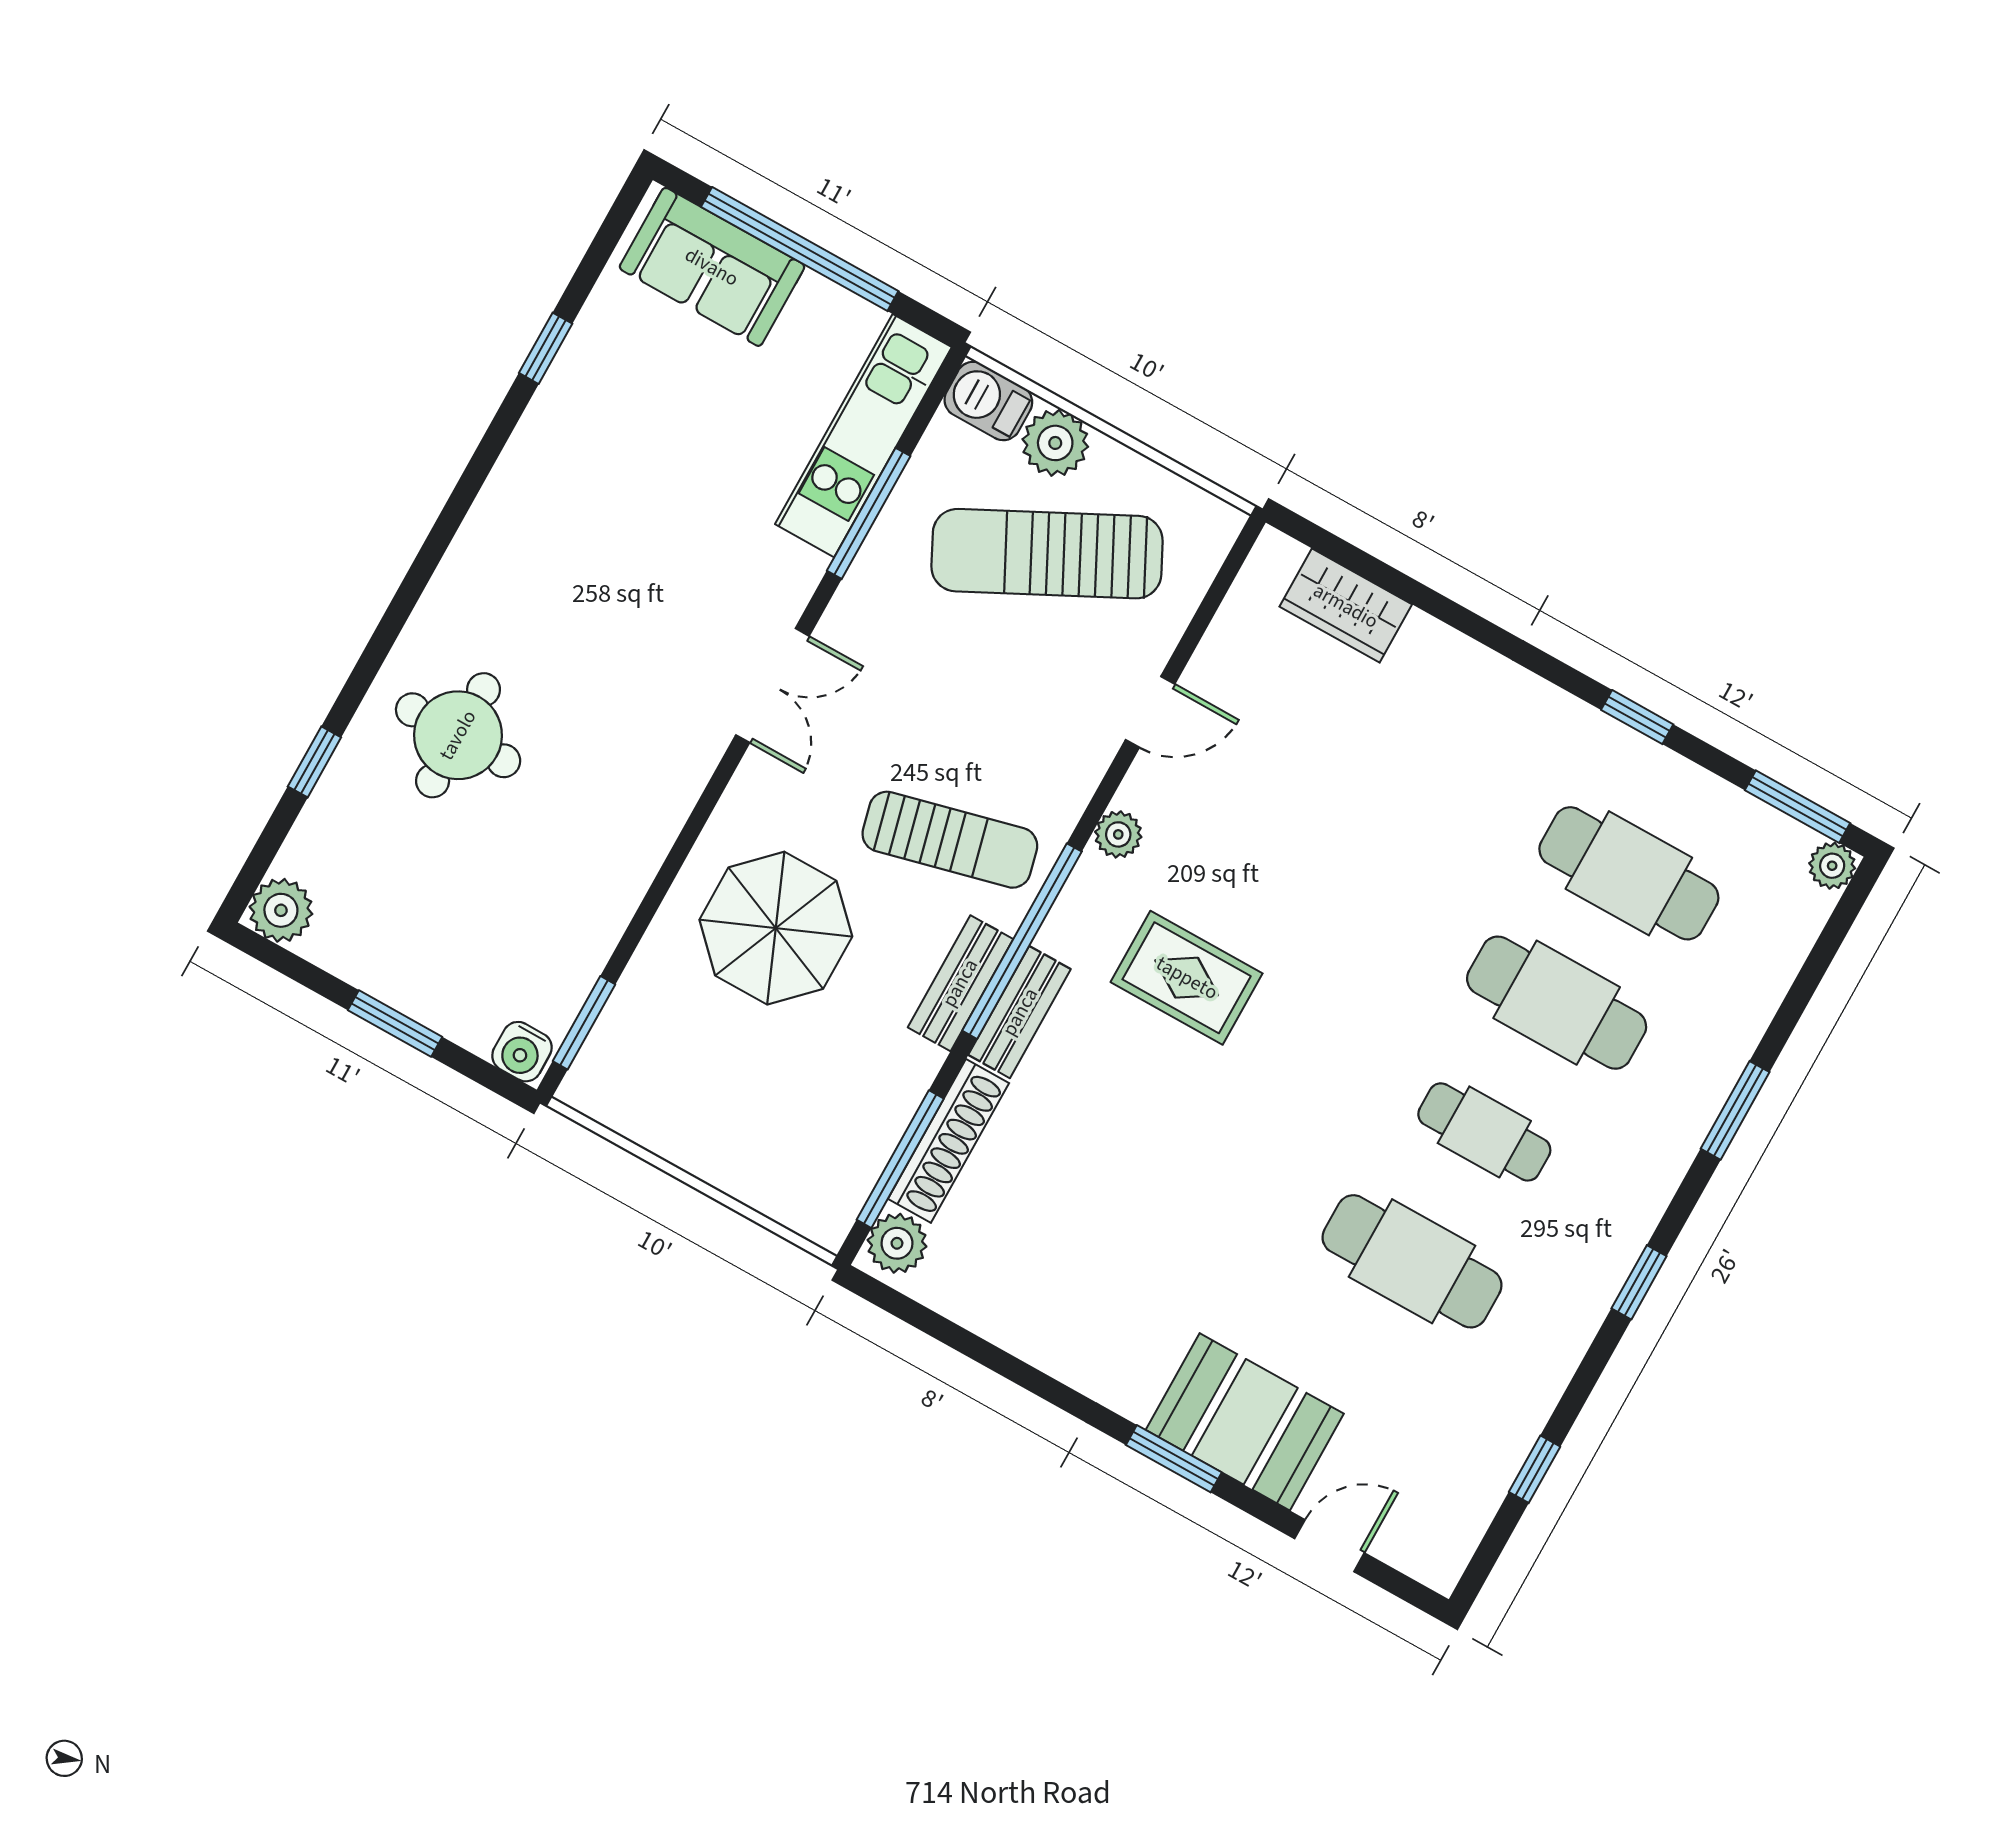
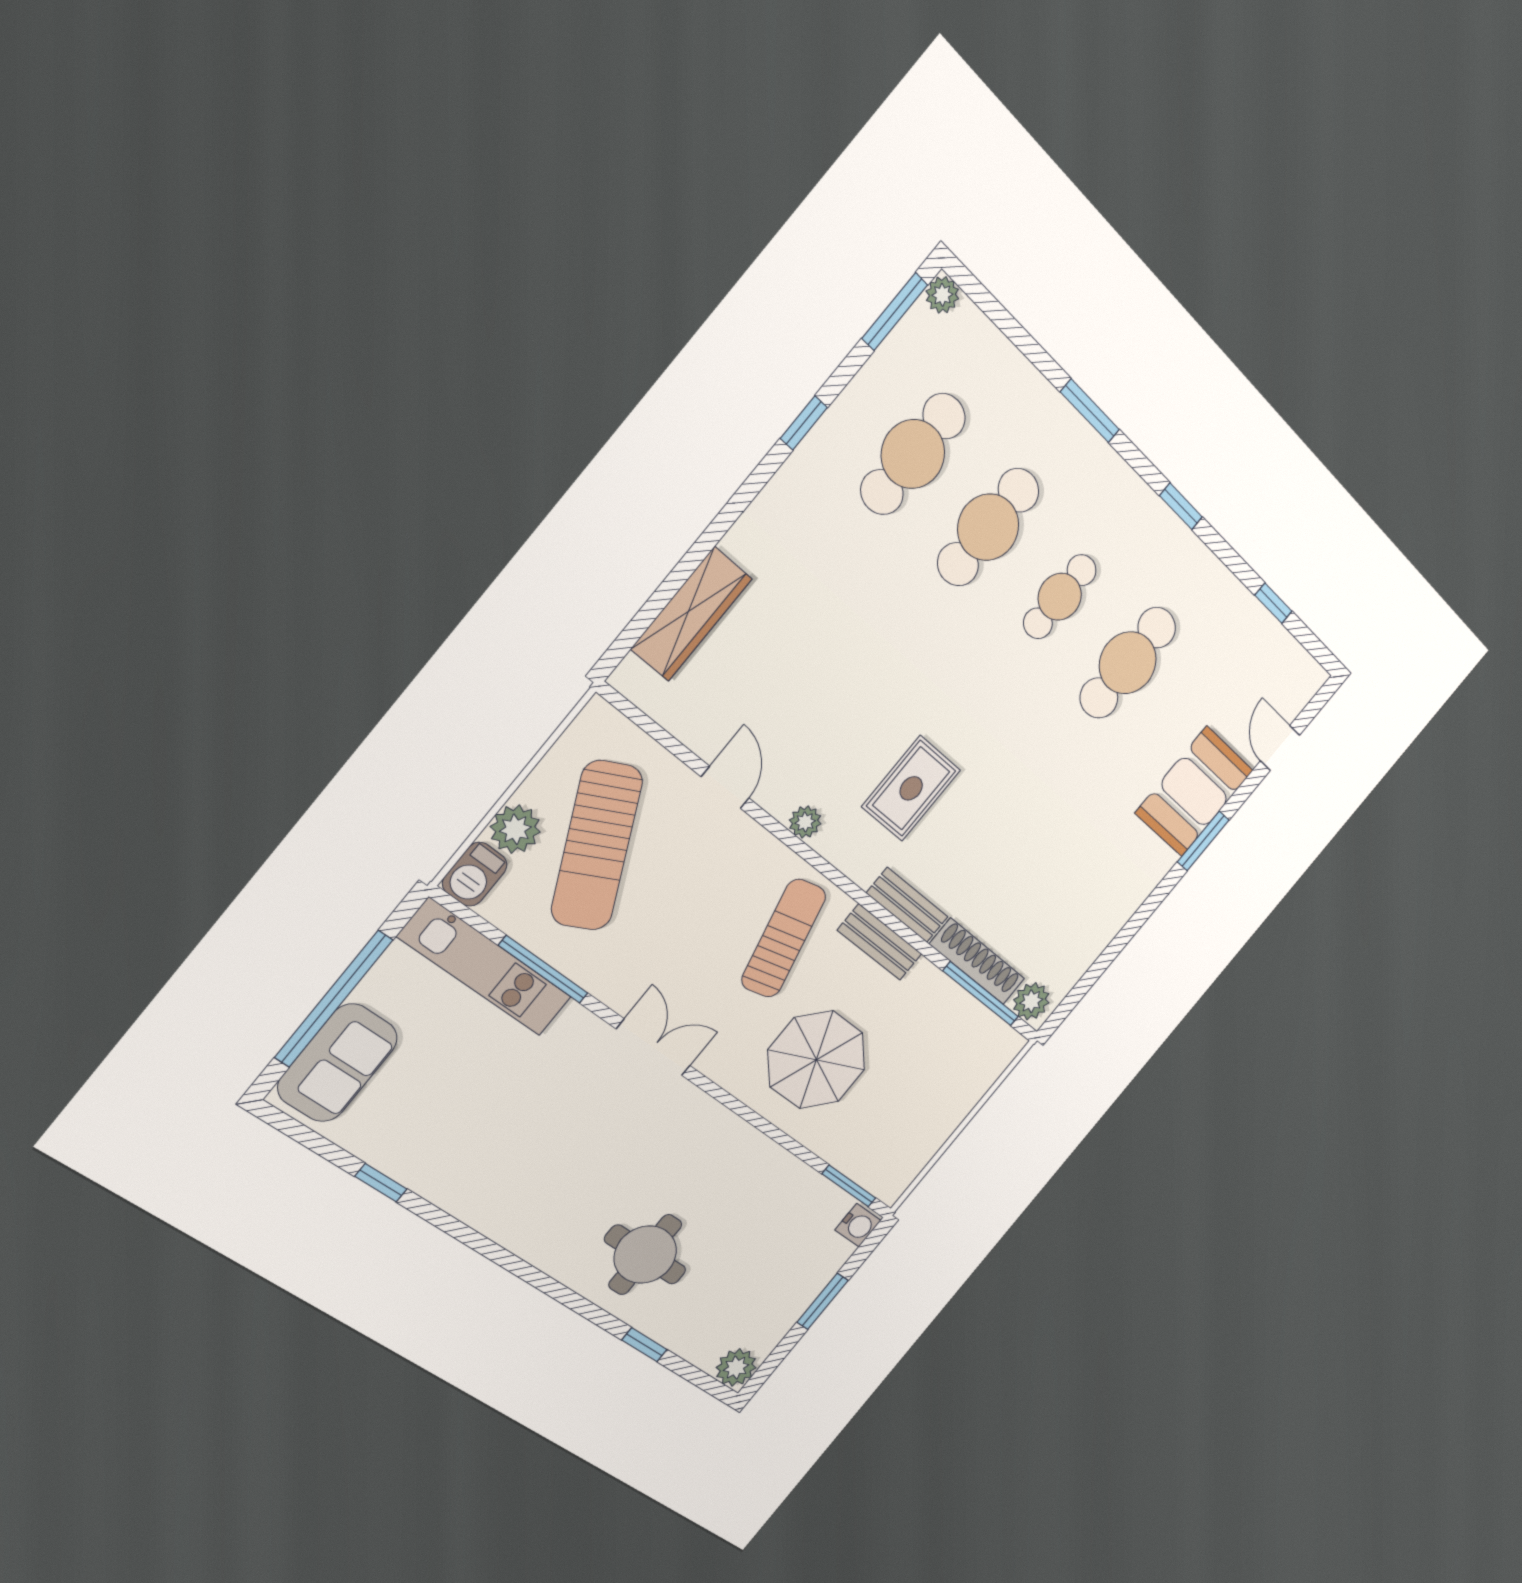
wardrobe: (1346, 606) -> (691, 614), width x1.50
window: (1022, 941) -> (862, 898), removed

